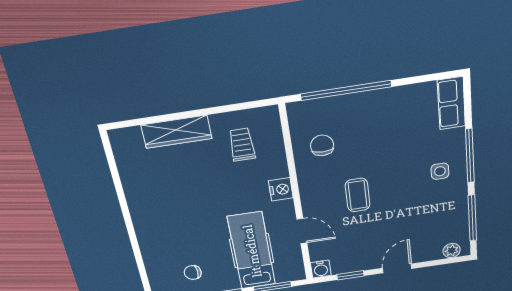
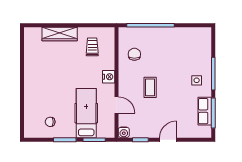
row of seats: (451, 103) -> (205, 111), moved
plant: (452, 251) -> (201, 133), removed

